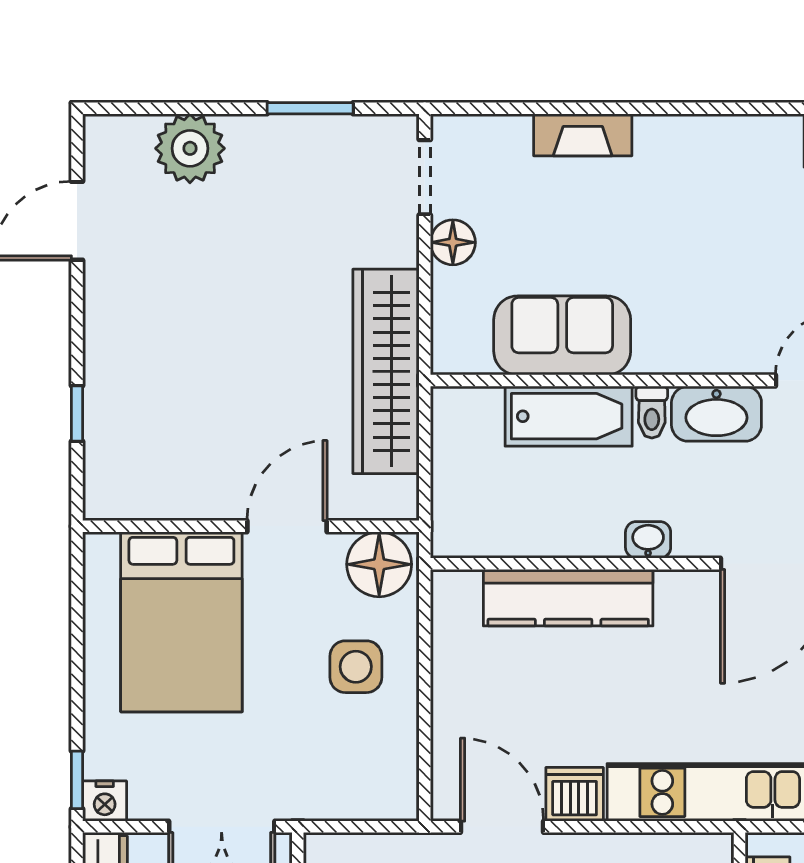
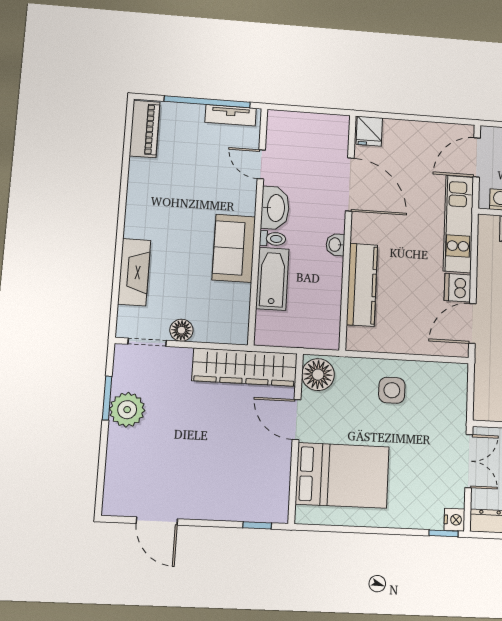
fireplace: (583, 135) -> (134, 272), width x1.37, depth x1.32
plant: (190, 148) -> (127, 410), moved
sofa: (562, 335) -> (234, 248), moved
wall: (251, 526) -> (296, 438), moved
door: (287, 526) -> (297, 420), moved
floor lamp: (379, 564) -> (318, 375), moved
bed: (181, 622) -> (342, 475), moved

